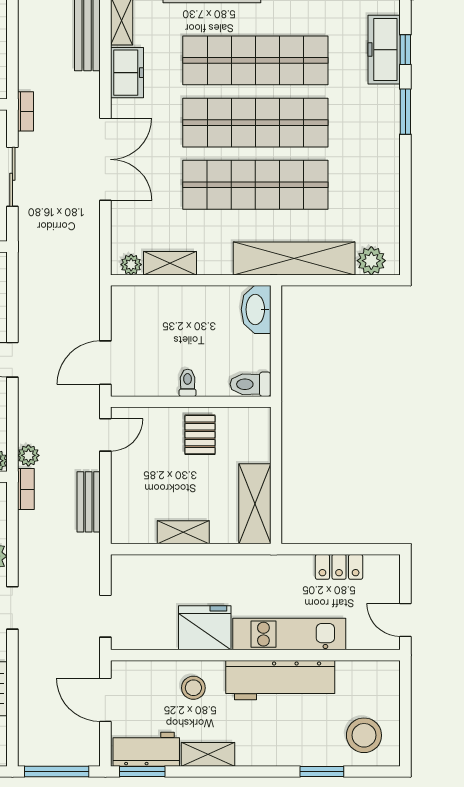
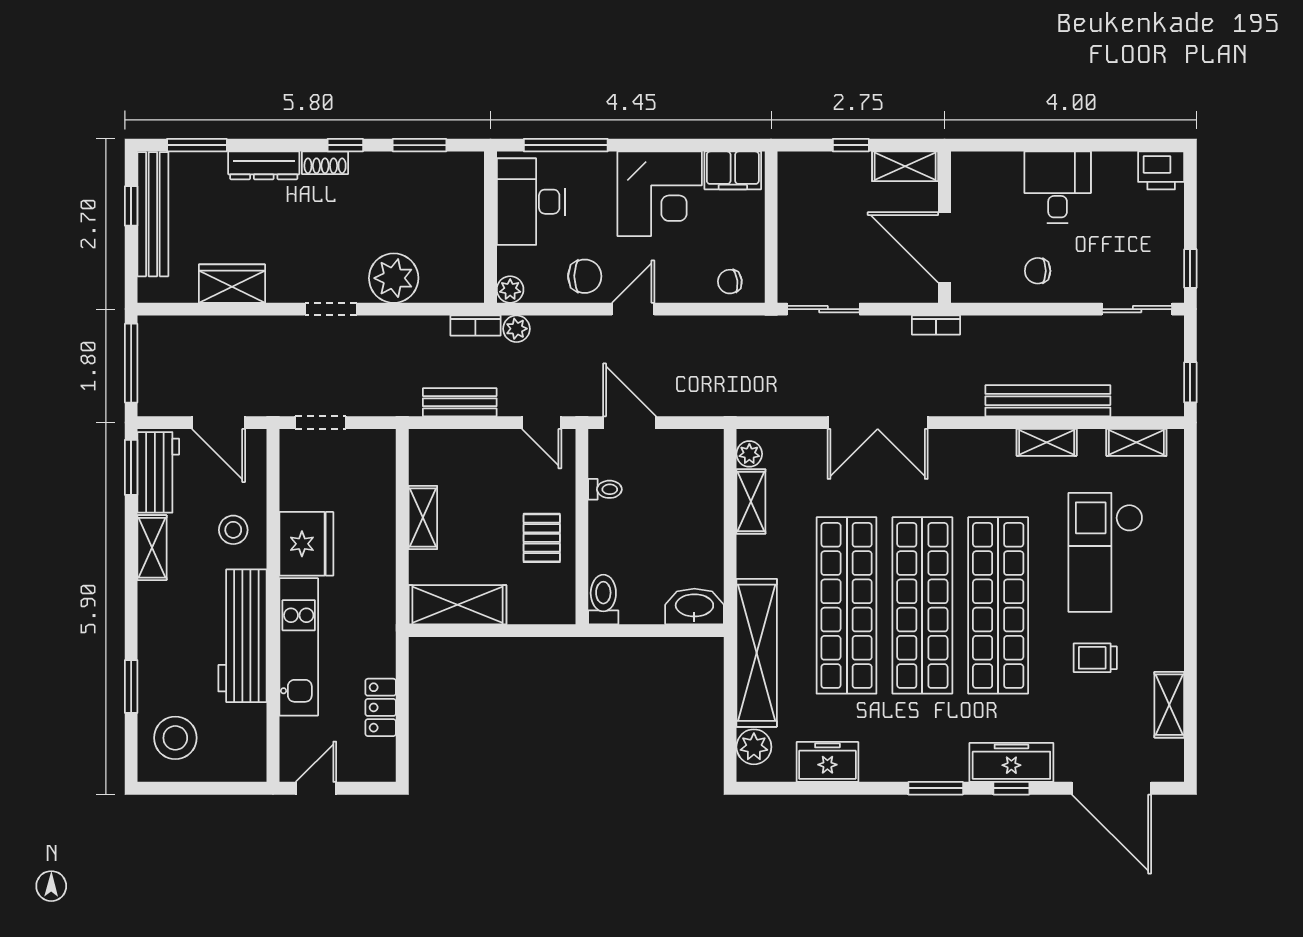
freezer: (127, 73) -> (827, 762), moved, turned 180
sliding door: (12, 177) -> (823, 309), moved
toilet: (188, 383) -> (605, 489), moved
pallet: (200, 435) -> (542, 538), turned 90
door: (105, 700) -> (219, 423), swing flipped

